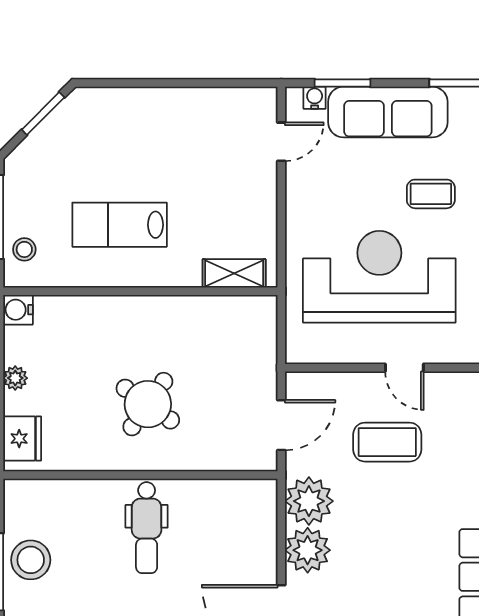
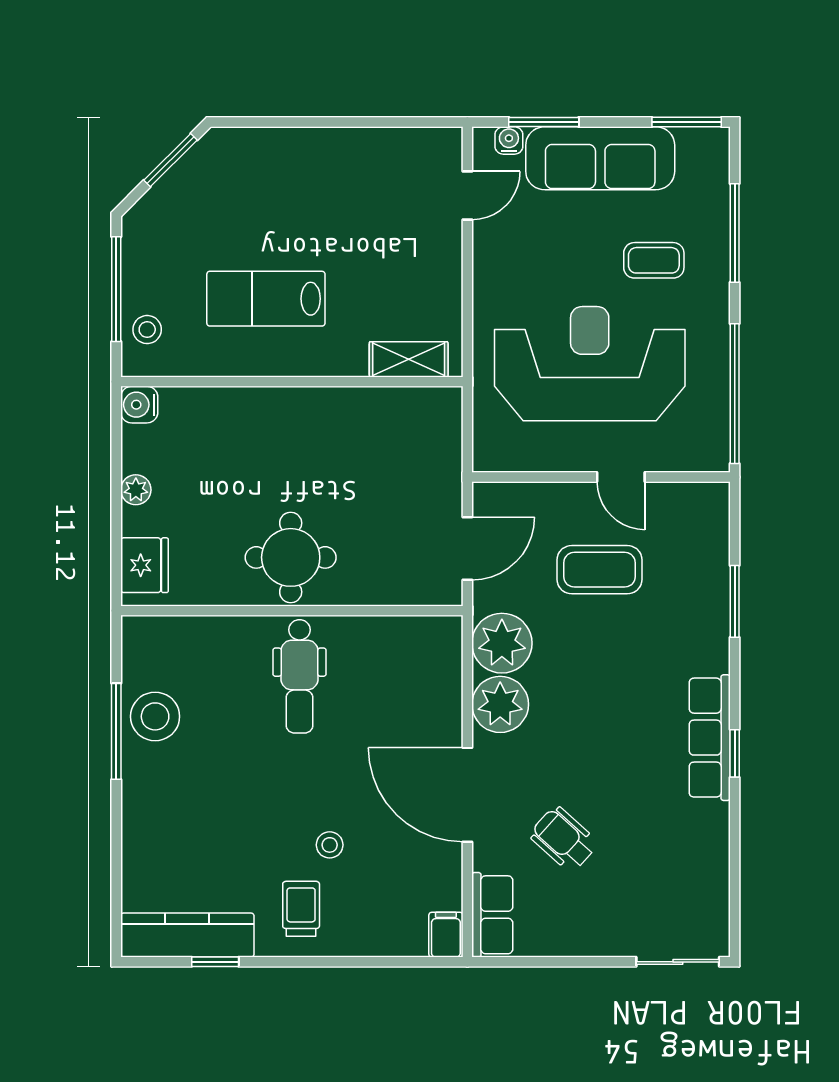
round table: (148, 404) -> (291, 557), moved, turned -35

